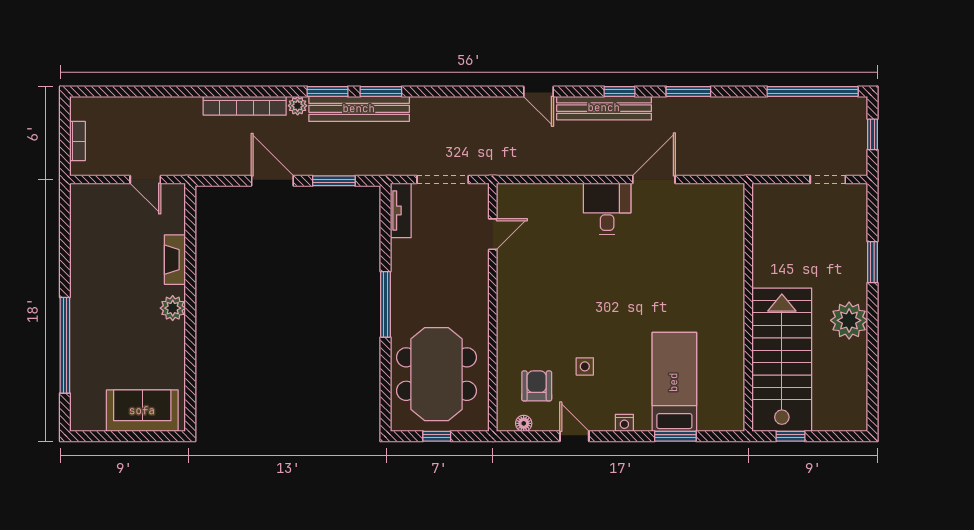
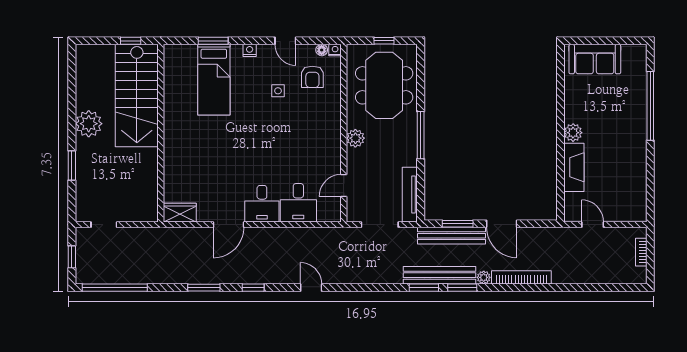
bench: (604, 108) -> (452, 236), moved
wardrobe: (722, 196) -> (180, 213), added
tv unit: (401, 210) -> (410, 195), width x1.41
desk: (556, 210) -> (298, 203), added
fireplace: (175, 260) -> (574, 167), width x1.37, depth x1.32
plant: (477, 300) -> (355, 138), added
nightstand: (505, 423) -> (335, 50), added

